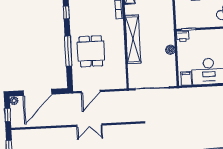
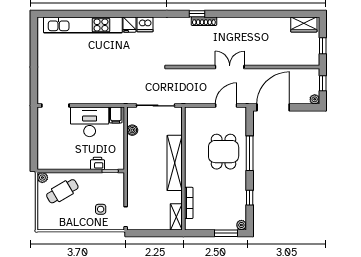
printer: (183, 36) -> (97, 163), moved
boiler: (170, 50) -> (132, 130), moved
door: (37, 92) -> (273, 107), moved

